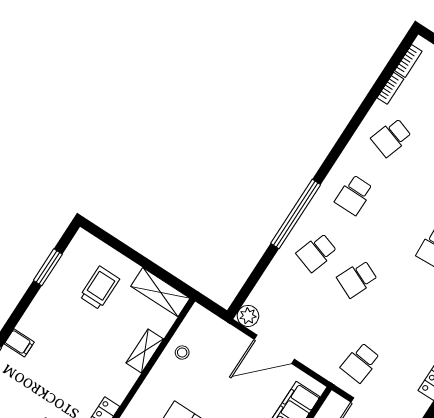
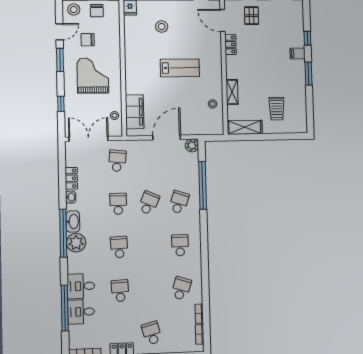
window: (296, 214) -> (203, 185), moved
window: (48, 267) -> (308, 74), moved
school desk: (398, 305) -> (118, 204), added

